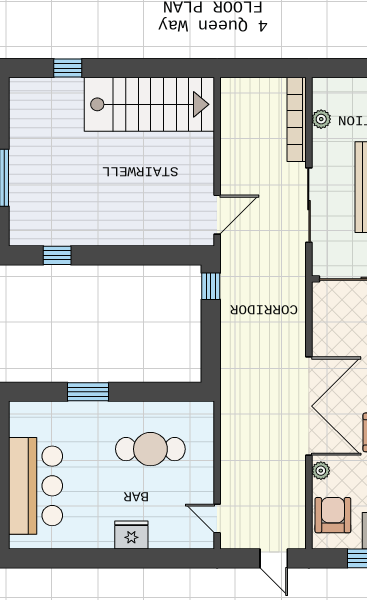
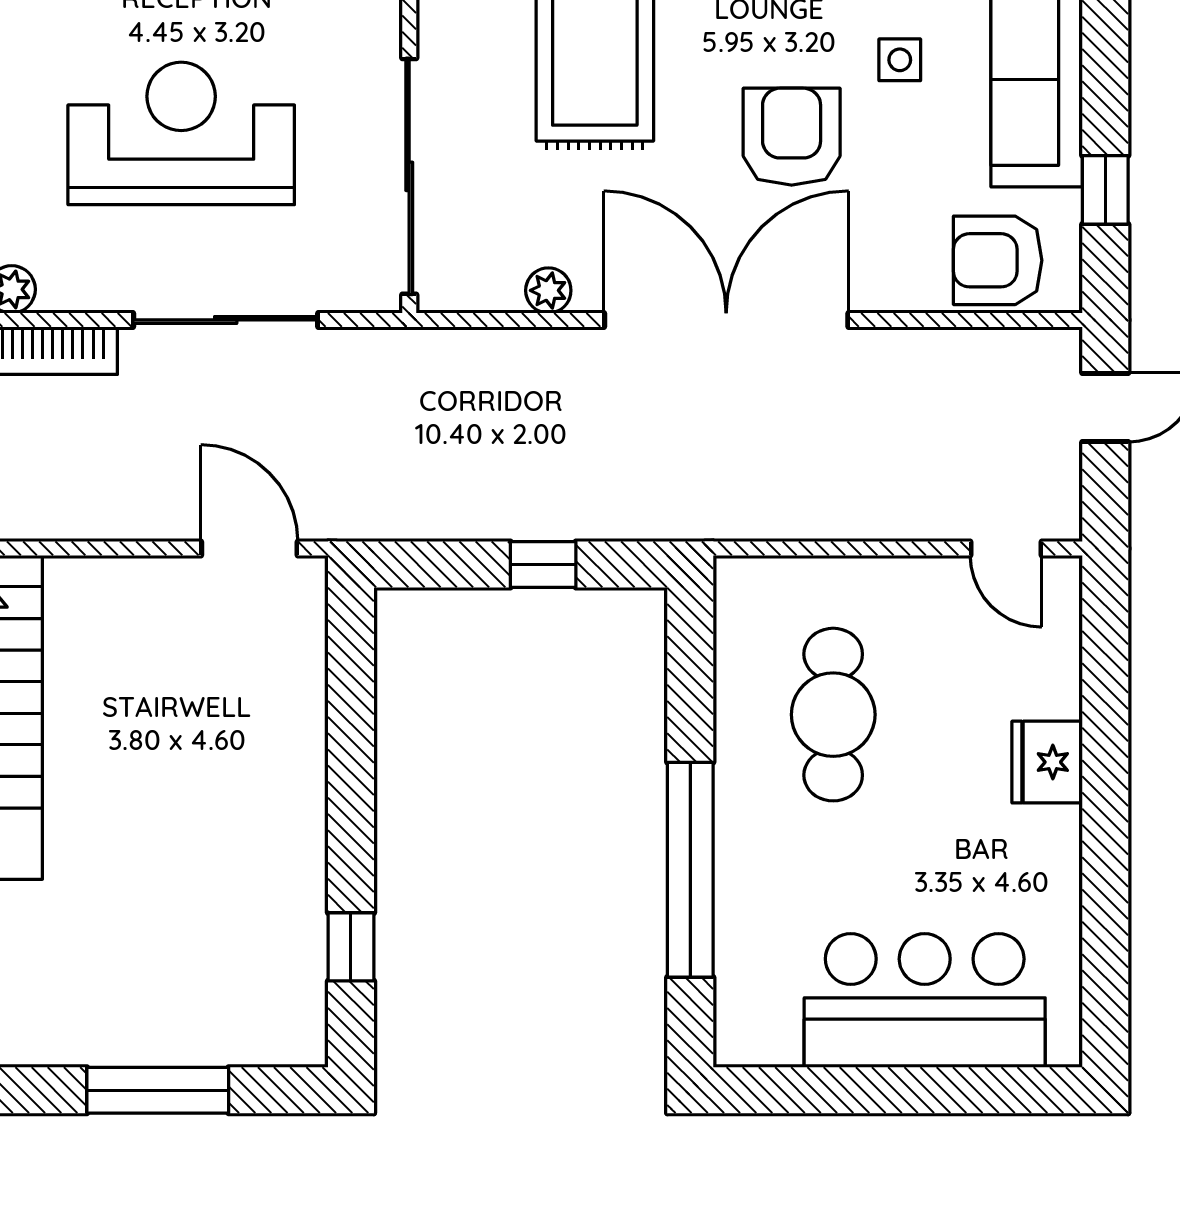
window: (211, 286) -> (543, 565), moved
window: (88, 392) -> (690, 870), width x2.11
plant: (321, 471) -> (548, 290), moved
door: (217, 519) -> (1006, 549), hinge flipped

